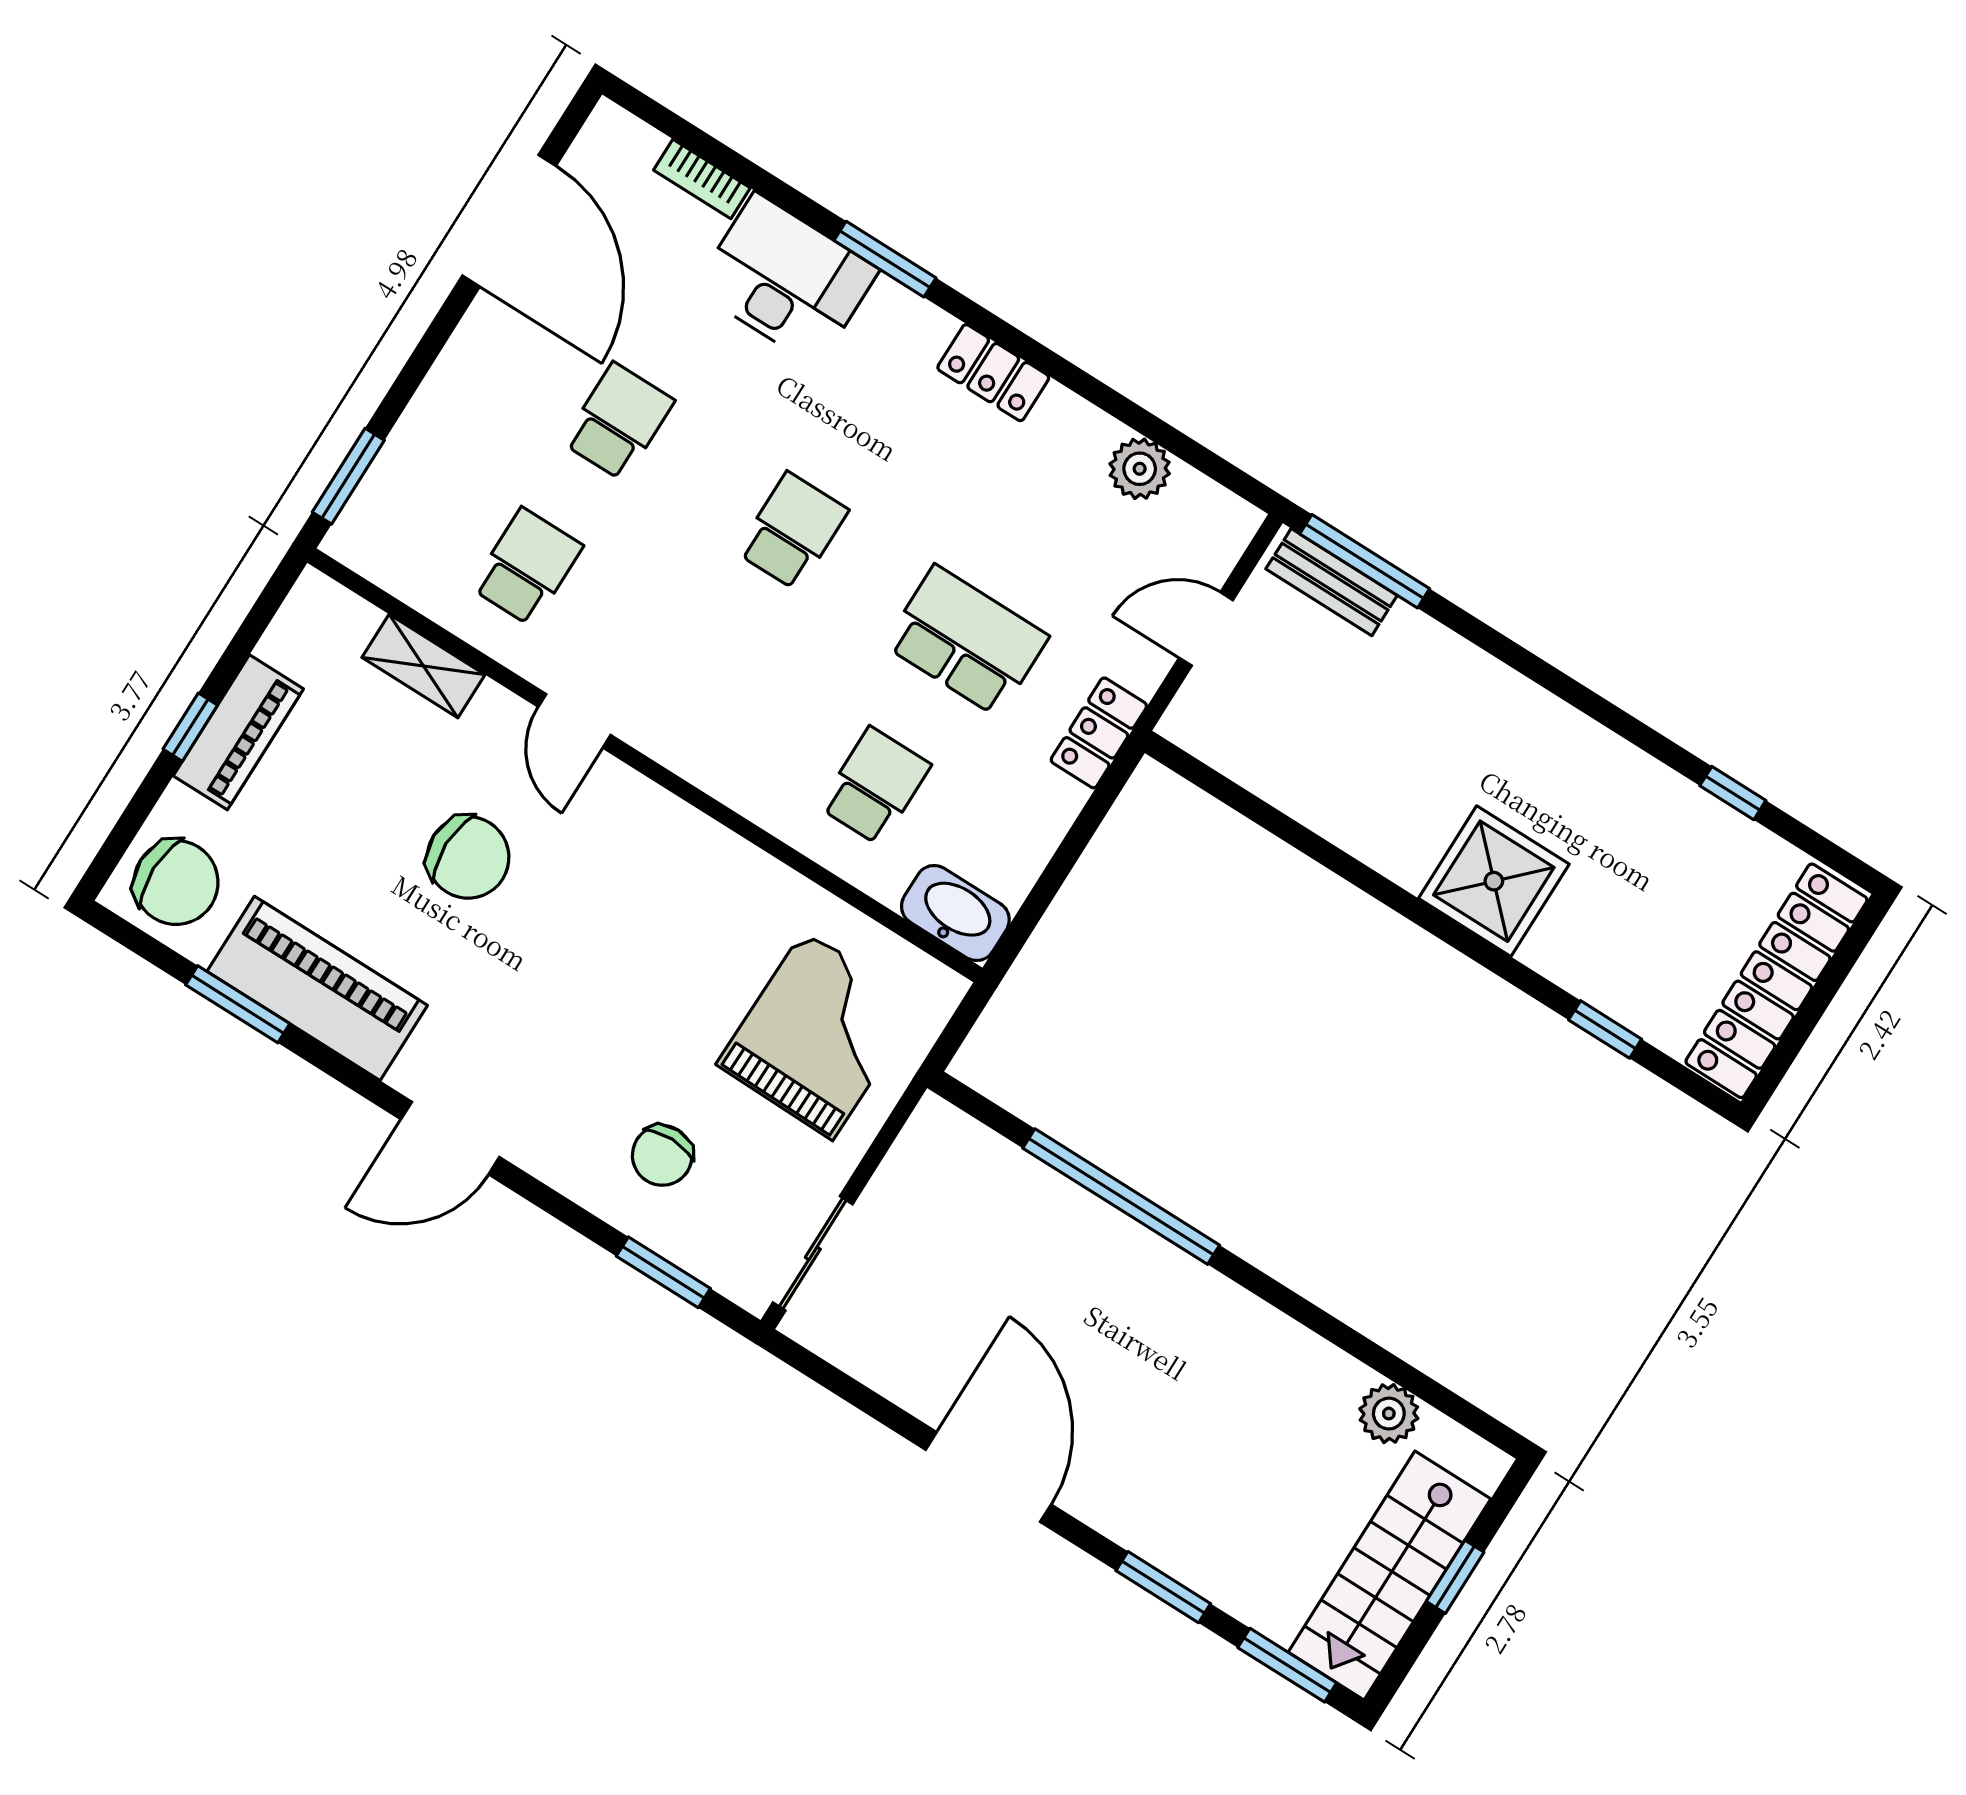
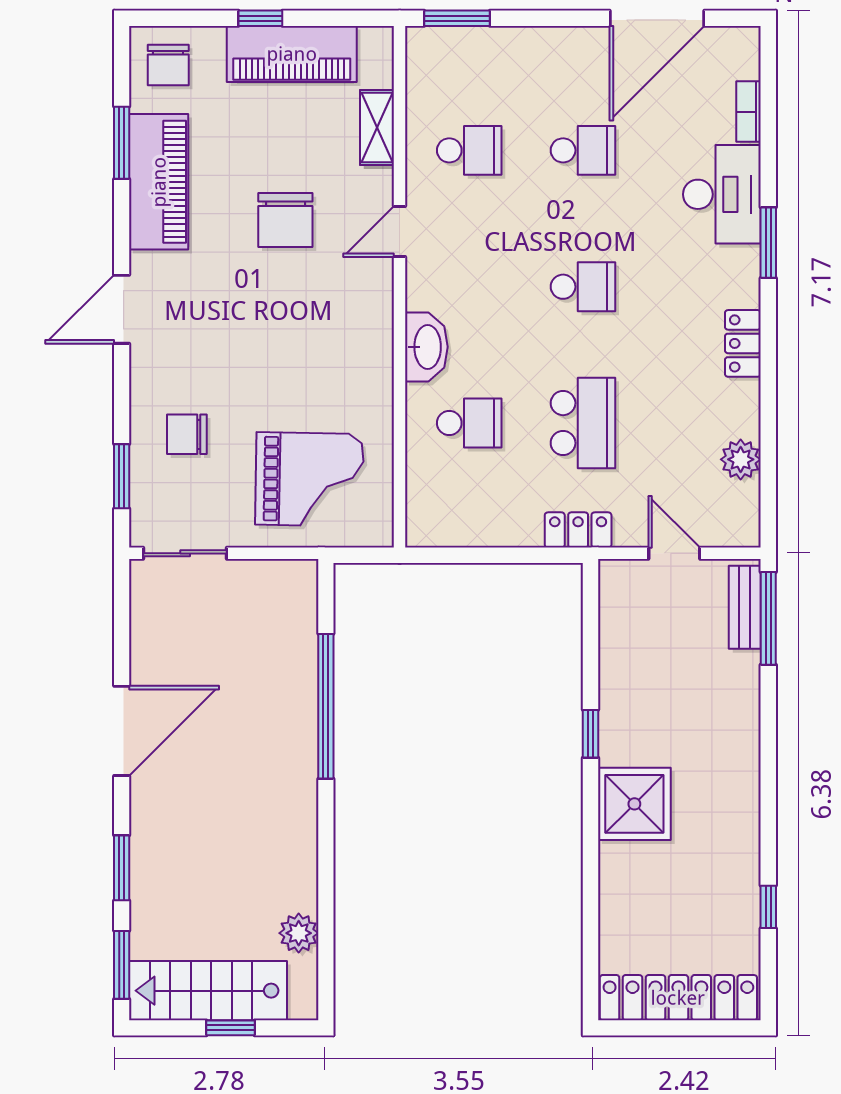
piano: (238, 732) -> (292, 54), width x1.37, depth x1.33
chair: (176, 882) -> (168, 65), width x0.73, depth x0.73
washbasin: (955, 913) -> (426, 347), moved
window: (1605, 1029) -> (591, 734), moved
door: (450, 1138) -> (122, 309), hinge flipped

